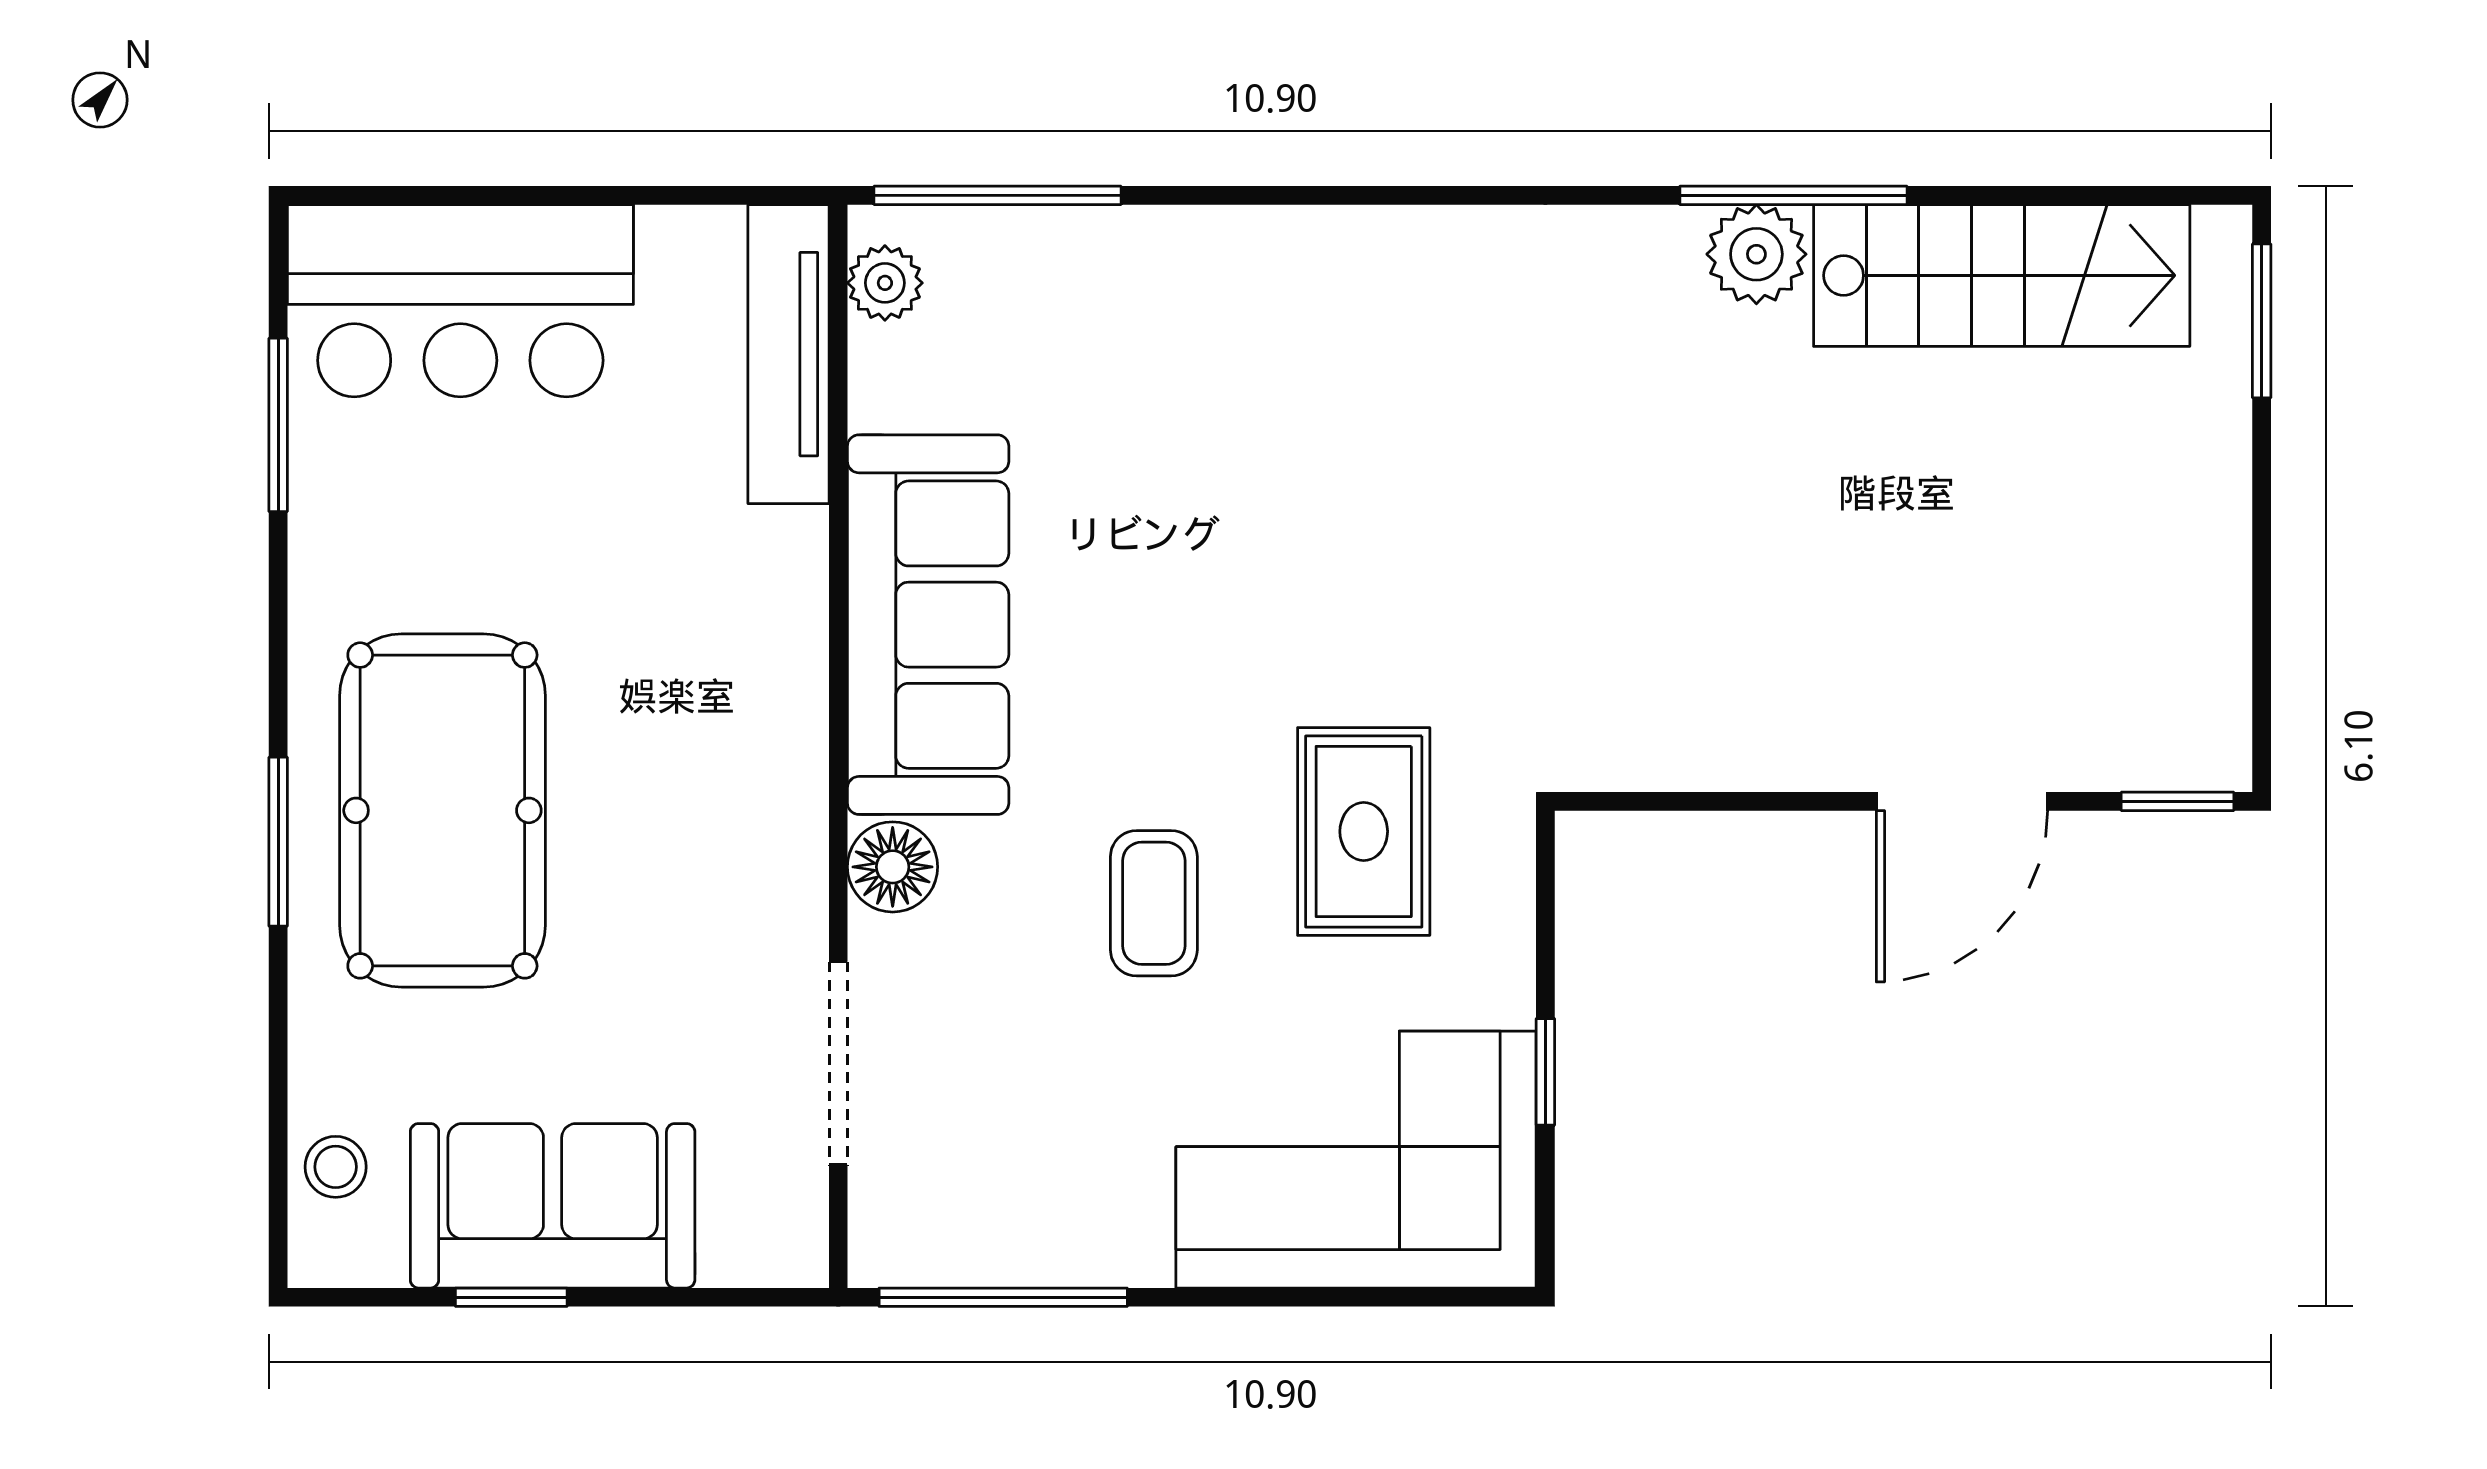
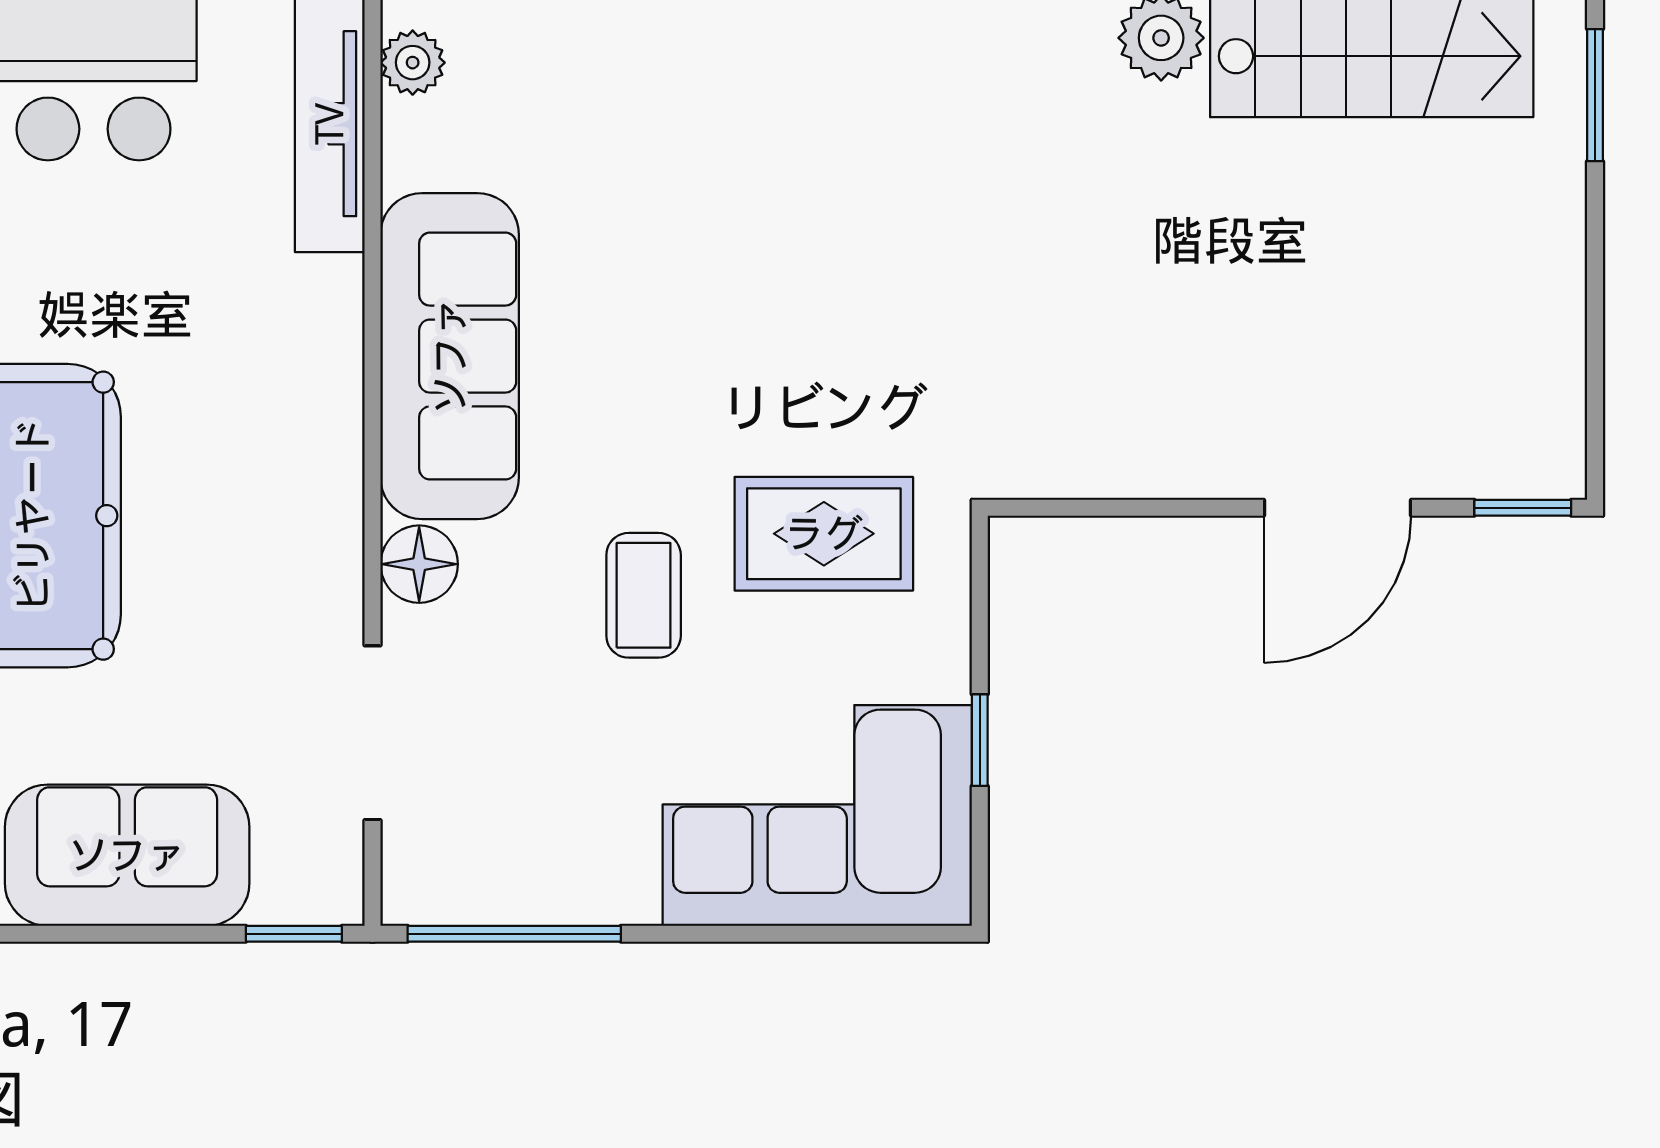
rug: (1364, 831) -> (824, 534), turned 90
window: (511, 1297) -> (294, 934), moved

